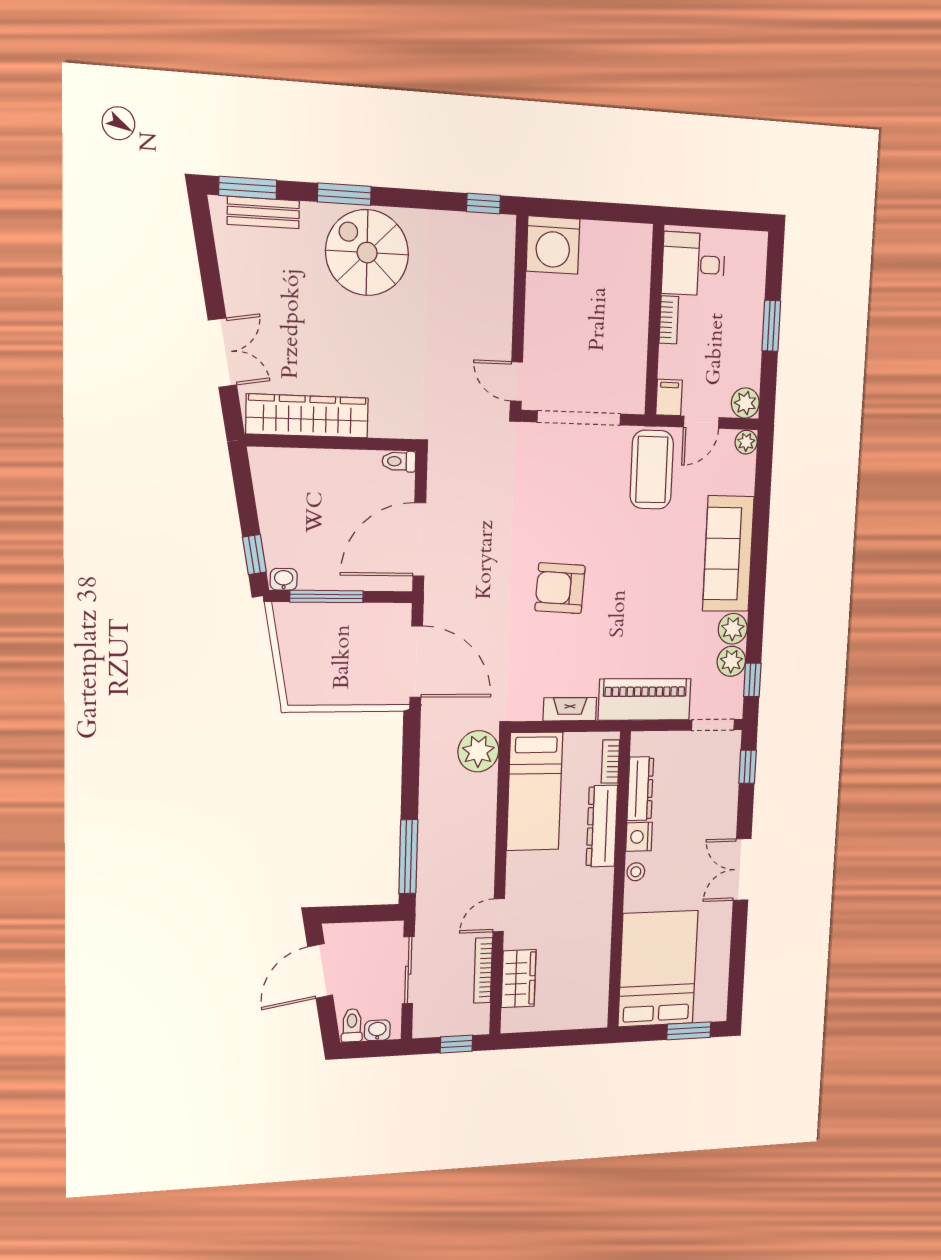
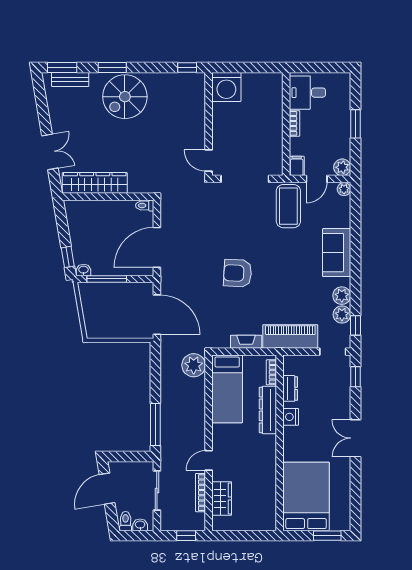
spiral stairs: (367, 253) -> (125, 97), turned -90
sofa: (728, 554) -> (337, 253), width x0.73
dresser: (640, 789) -> (290, 388), width x0.70
stool: (636, 872) -> (290, 438), removed

